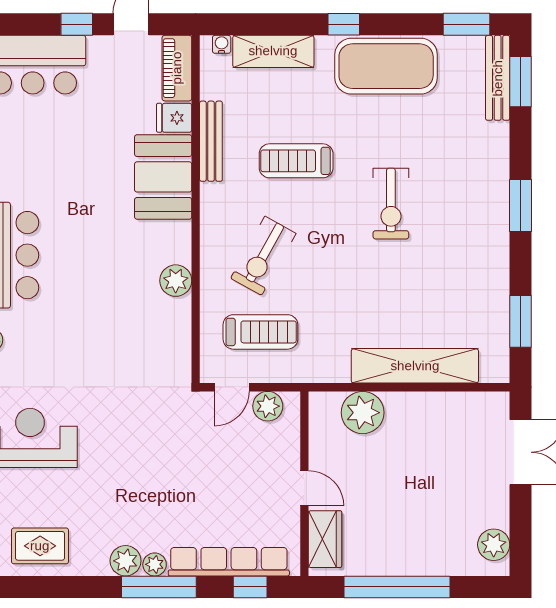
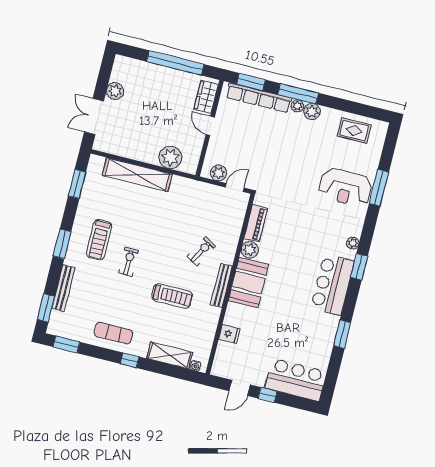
exercise mat: (386, 66) -> (113, 333), width x0.50, depth x0.69
piano: (177, 68) -> (256, 223), moved
bench: (498, 78) -> (63, 288), moved
bench: (211, 141) -> (221, 286), moved
booth: (163, 177) -> (248, 283), moved
exercise bike: (391, 204) -> (129, 262), width x0.73, depth x0.72
exercise bike: (263, 256) -> (201, 251), width x0.73, depth x0.72
treadmill: (260, 332) -> (99, 240), moved, turned -90
plant: (494, 545) -> (115, 91), moved
window: (250, 587) -> (251, 82), width x1.50

